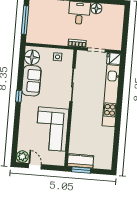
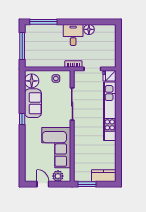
plant: (22, 157) -> (58, 176), moved
kitchen counter: (80, 161) -> (104, 176), moved

